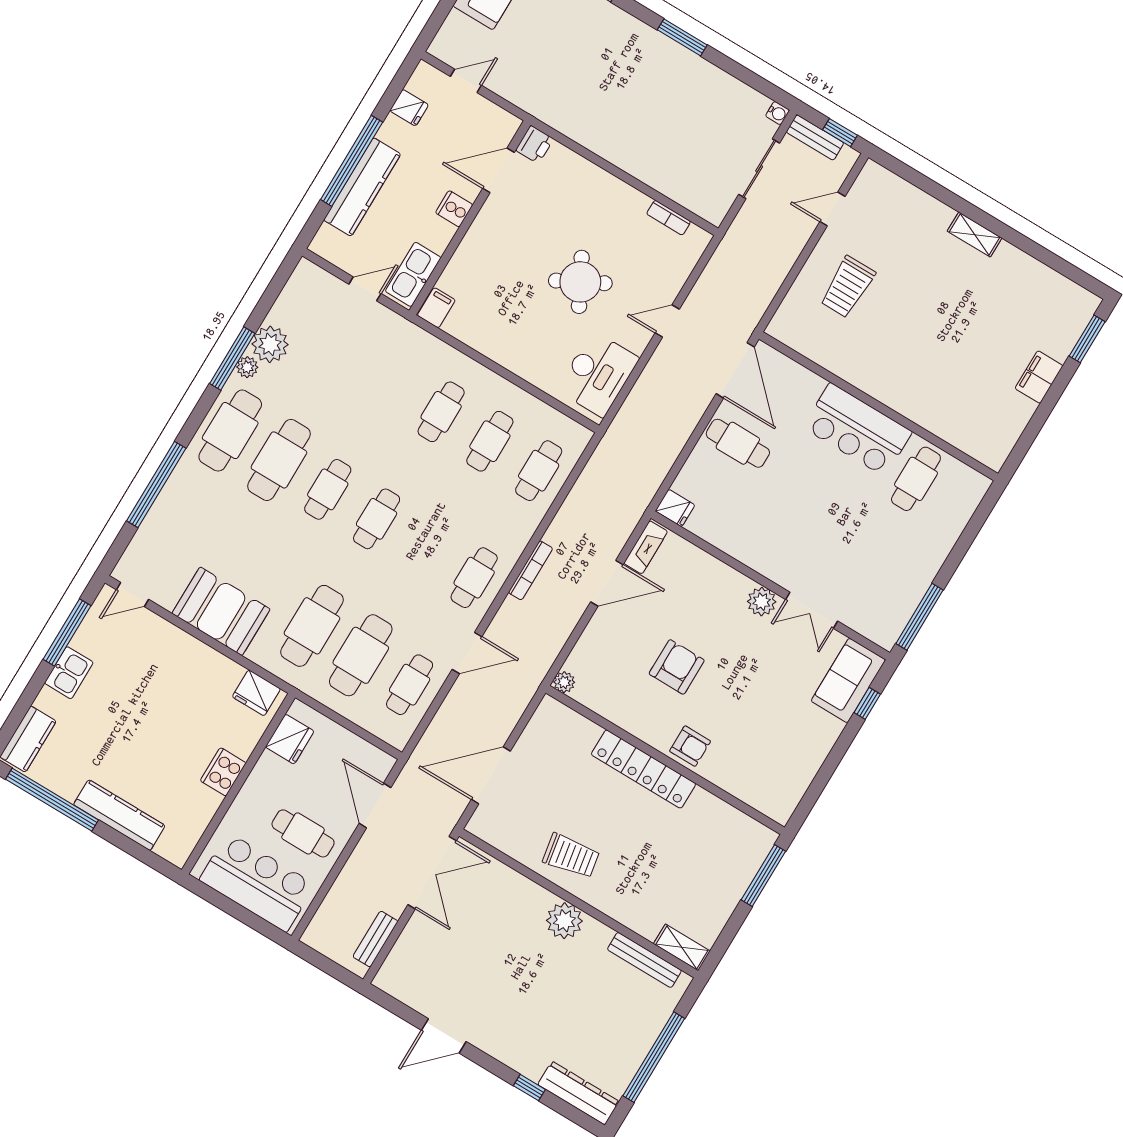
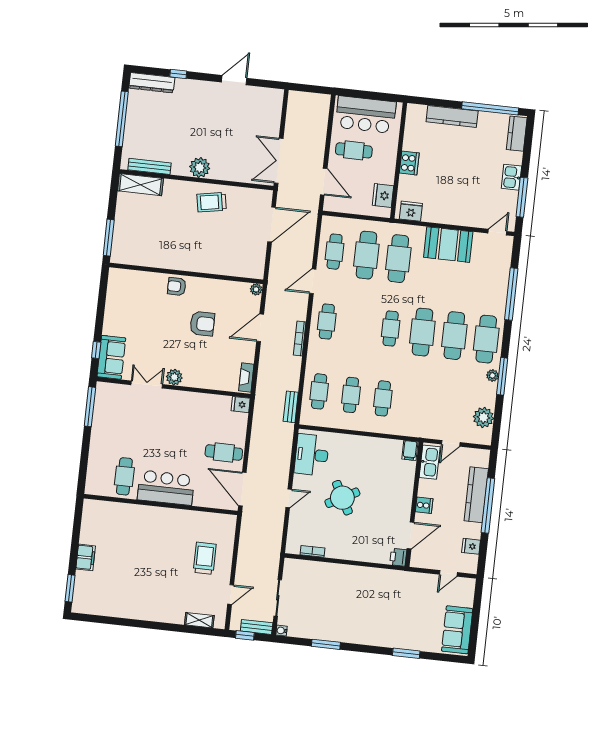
window: (682, 37) -> (326, 644), moved
shelving: (975, 235) -> (199, 620), moved
plant: (270, 344) -> (483, 417), moved
cafe table: (328, 489) -> (422, 332), width x1.37, depth x1.35
door: (607, 583) -> (260, 328), moved
armchair: (677, 667) -> (202, 324), turned -90
locker: (643, 769) -> (195, 264), removed
bench: (375, 939) -> (291, 407), moved
shelving: (682, 947) -> (140, 185), width x1.50, depth x1.33

